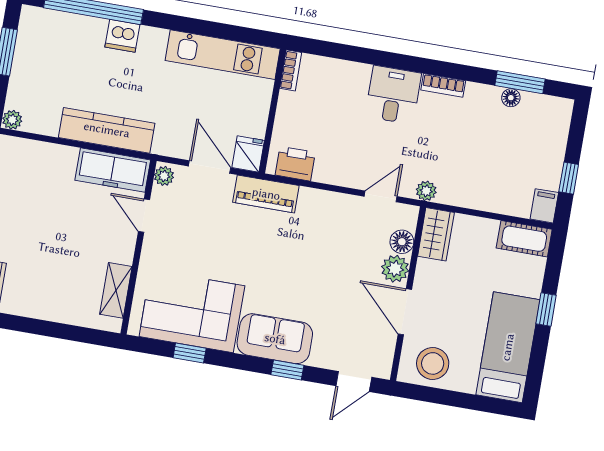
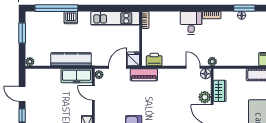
door: (210, 167) -> (118, 67), hinge flipped
door: (381, 196) -> (193, 67), hinge flipped
wardrobe: (436, 234) -> (220, 91), moved
floor lamp: (402, 242) -> (206, 74), moved

